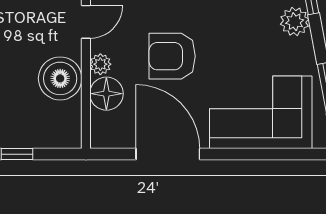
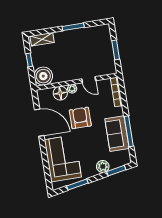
boiler: (60, 78) -> (43, 76), moved
door: (168, 154) -> (39, 123), hinge flipped

